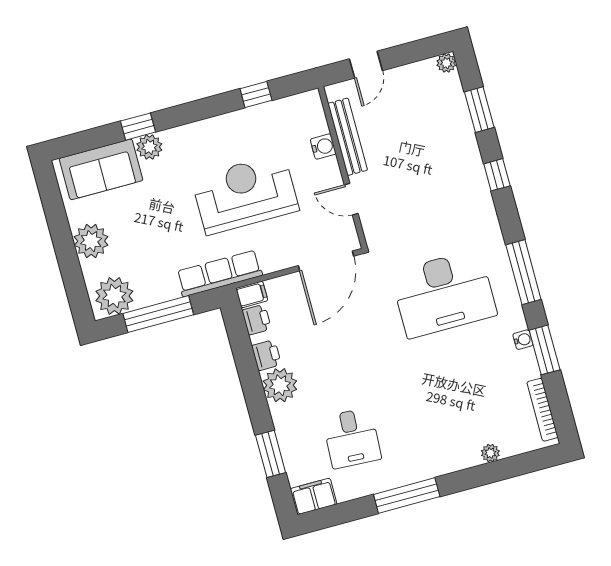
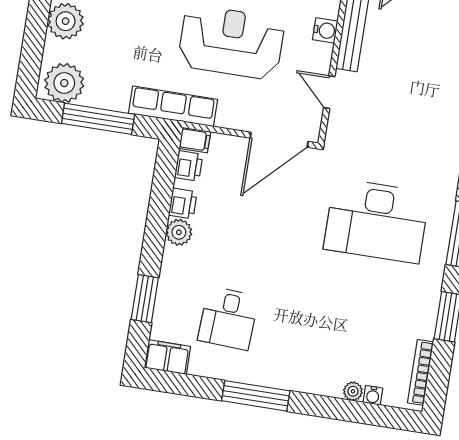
water cooler: (523, 340) -> (373, 395), moved, turned 90
plant: (280, 385) -> (179, 232), width x0.73, depth x0.73

